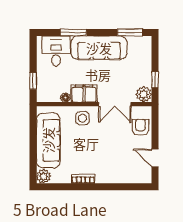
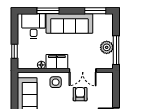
window: (155, 80) -> (116, 50), width x2.17
plant: (144, 94) -> (107, 47), moved
armchair: (141, 127) -> (80, 94), moved

